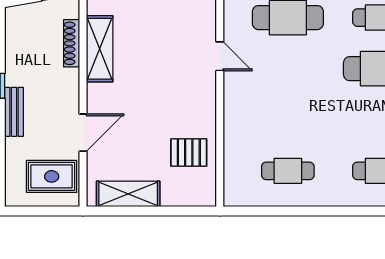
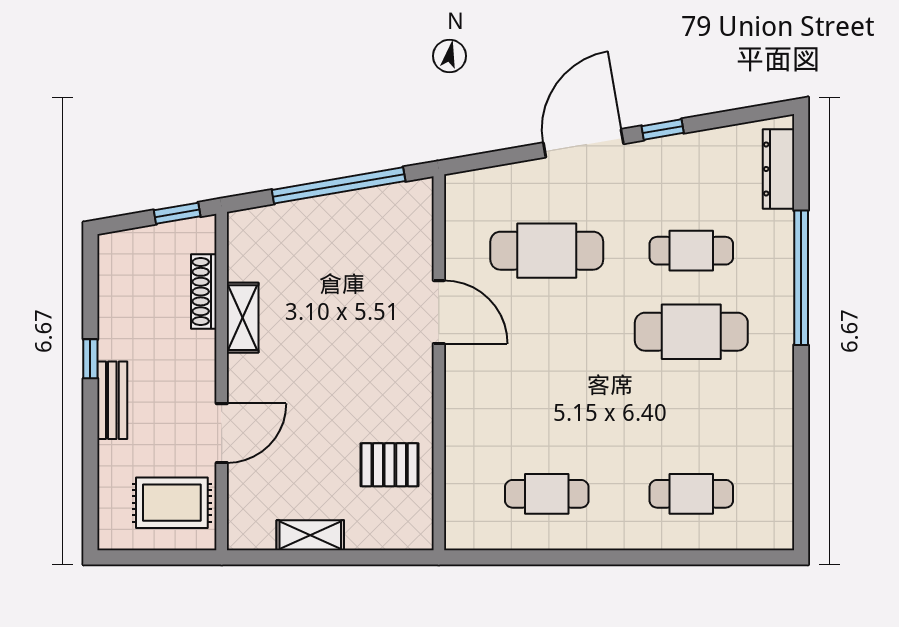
shelving: (100, 49) -> (243, 318), width x0.67, depth x0.75
door: (220, 56) -> (439, 312), width x1.38
shelving: (128, 194) -> (310, 535), width x0.67, depth x0.75

